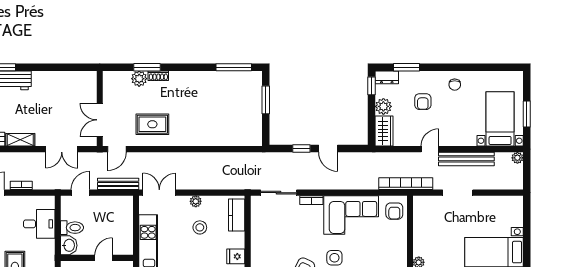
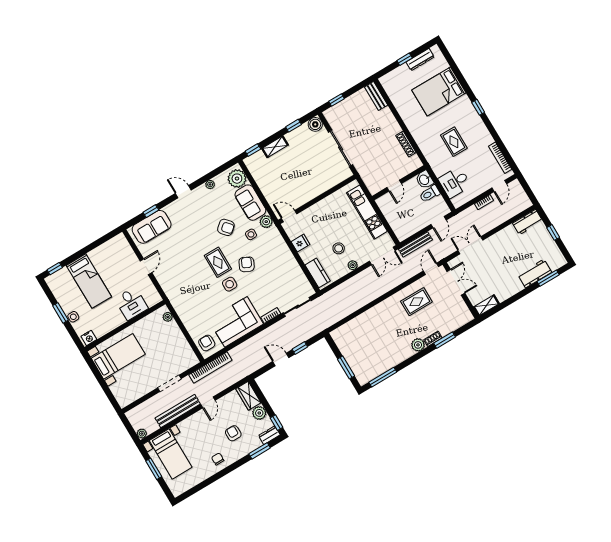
plant: (139, 79) -> (418, 345), moved
shelving: (20, 140) -> (486, 305), moved

